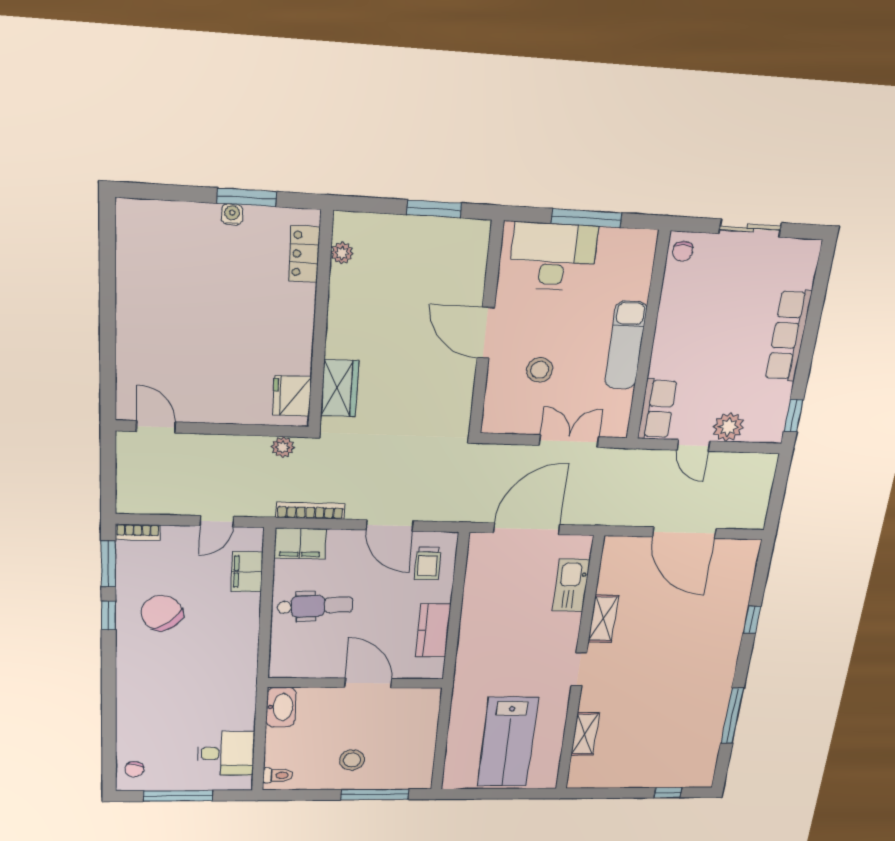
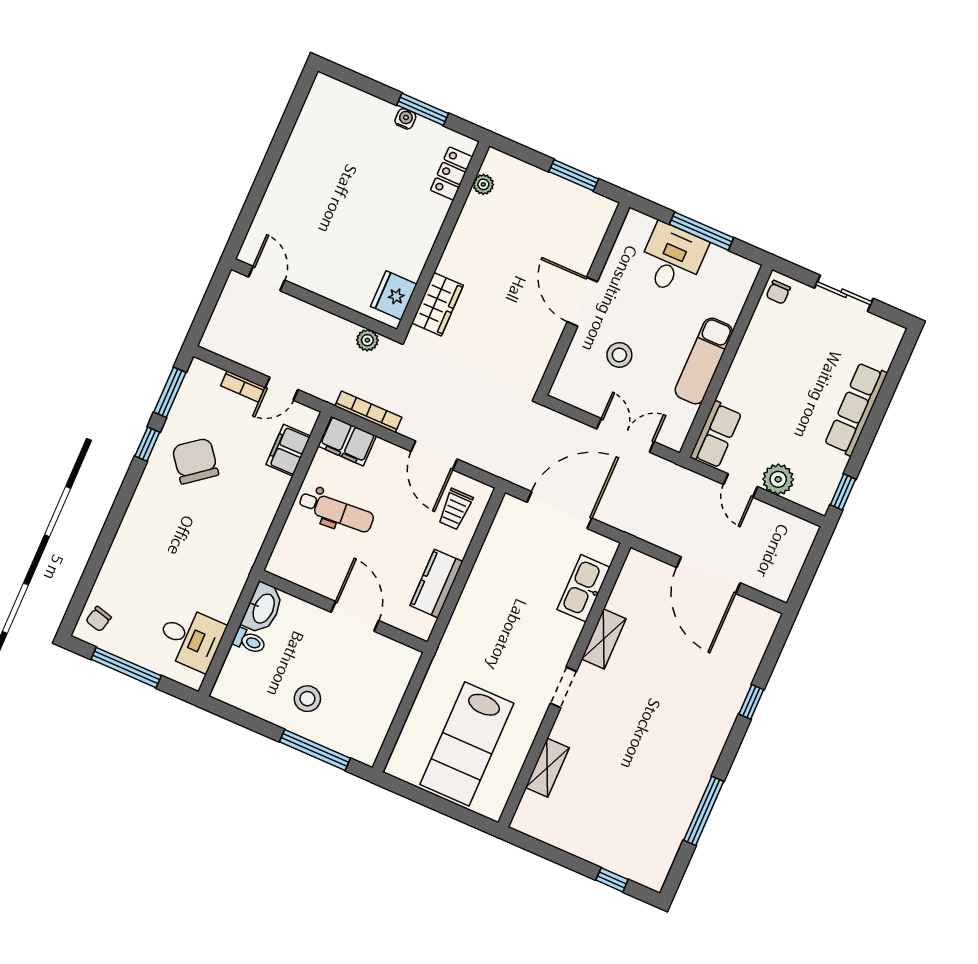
desk: (553, 257) -> (672, 259), width x0.73
bookcase: (138, 532) -> (243, 386), moved
toilet: (278, 775) -> (249, 641), moved

